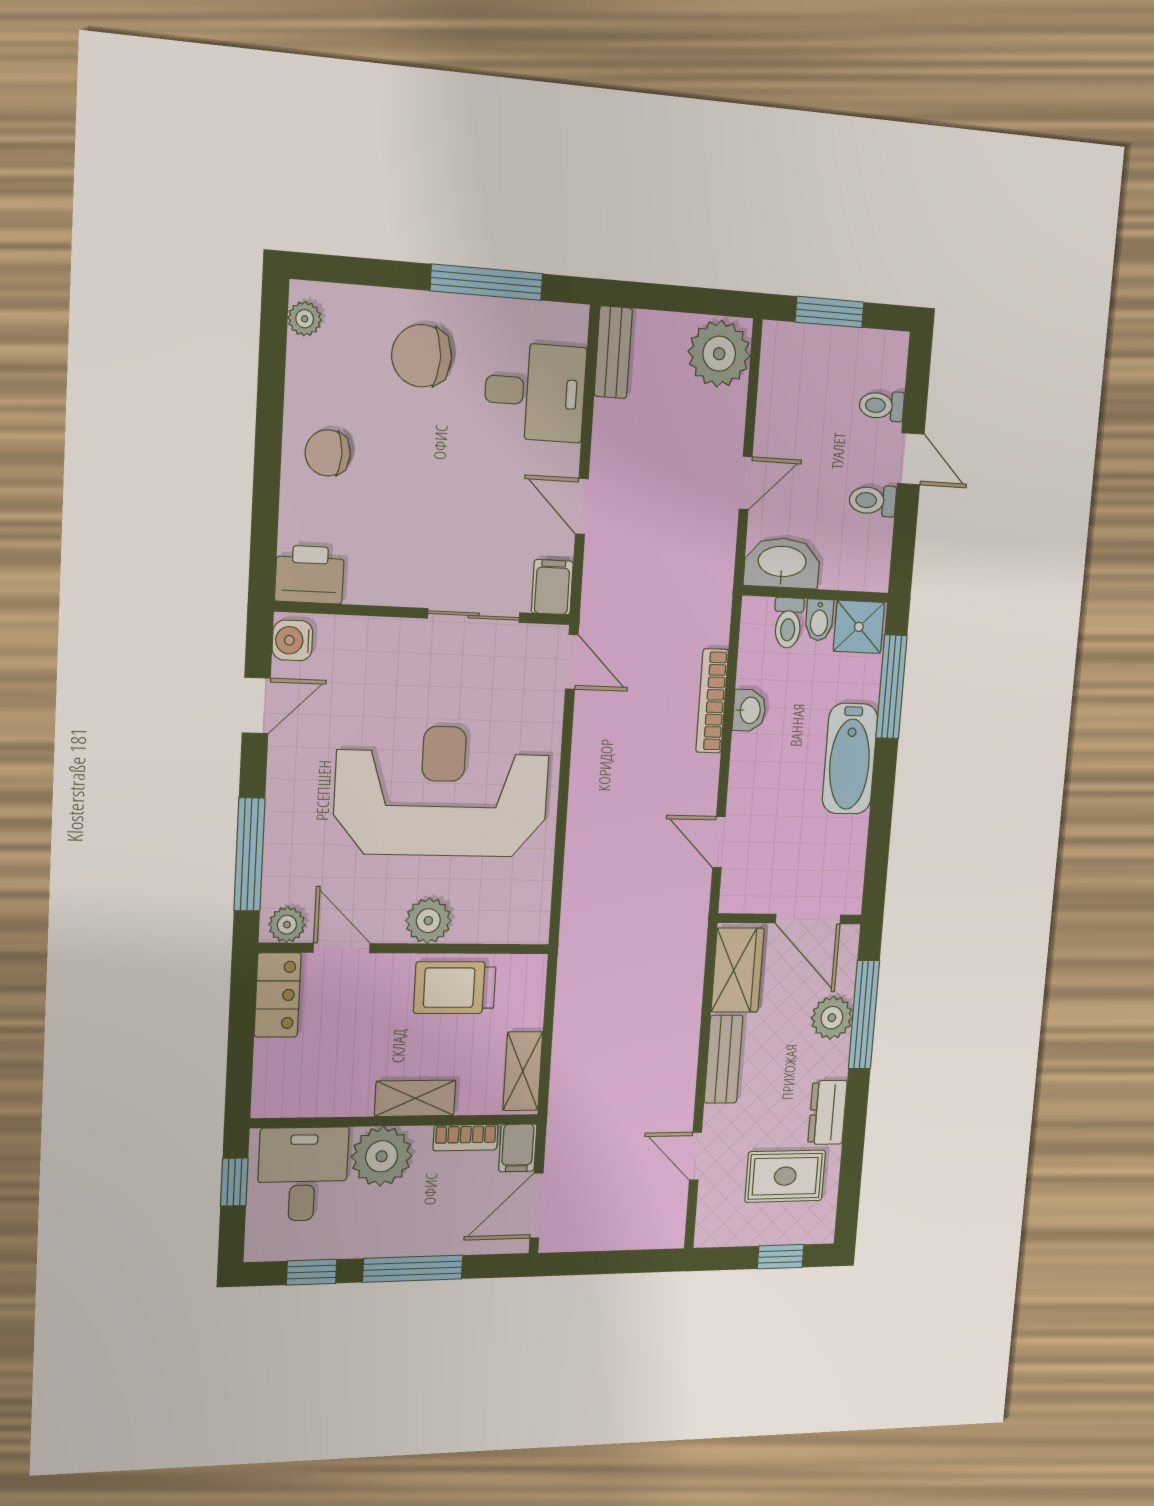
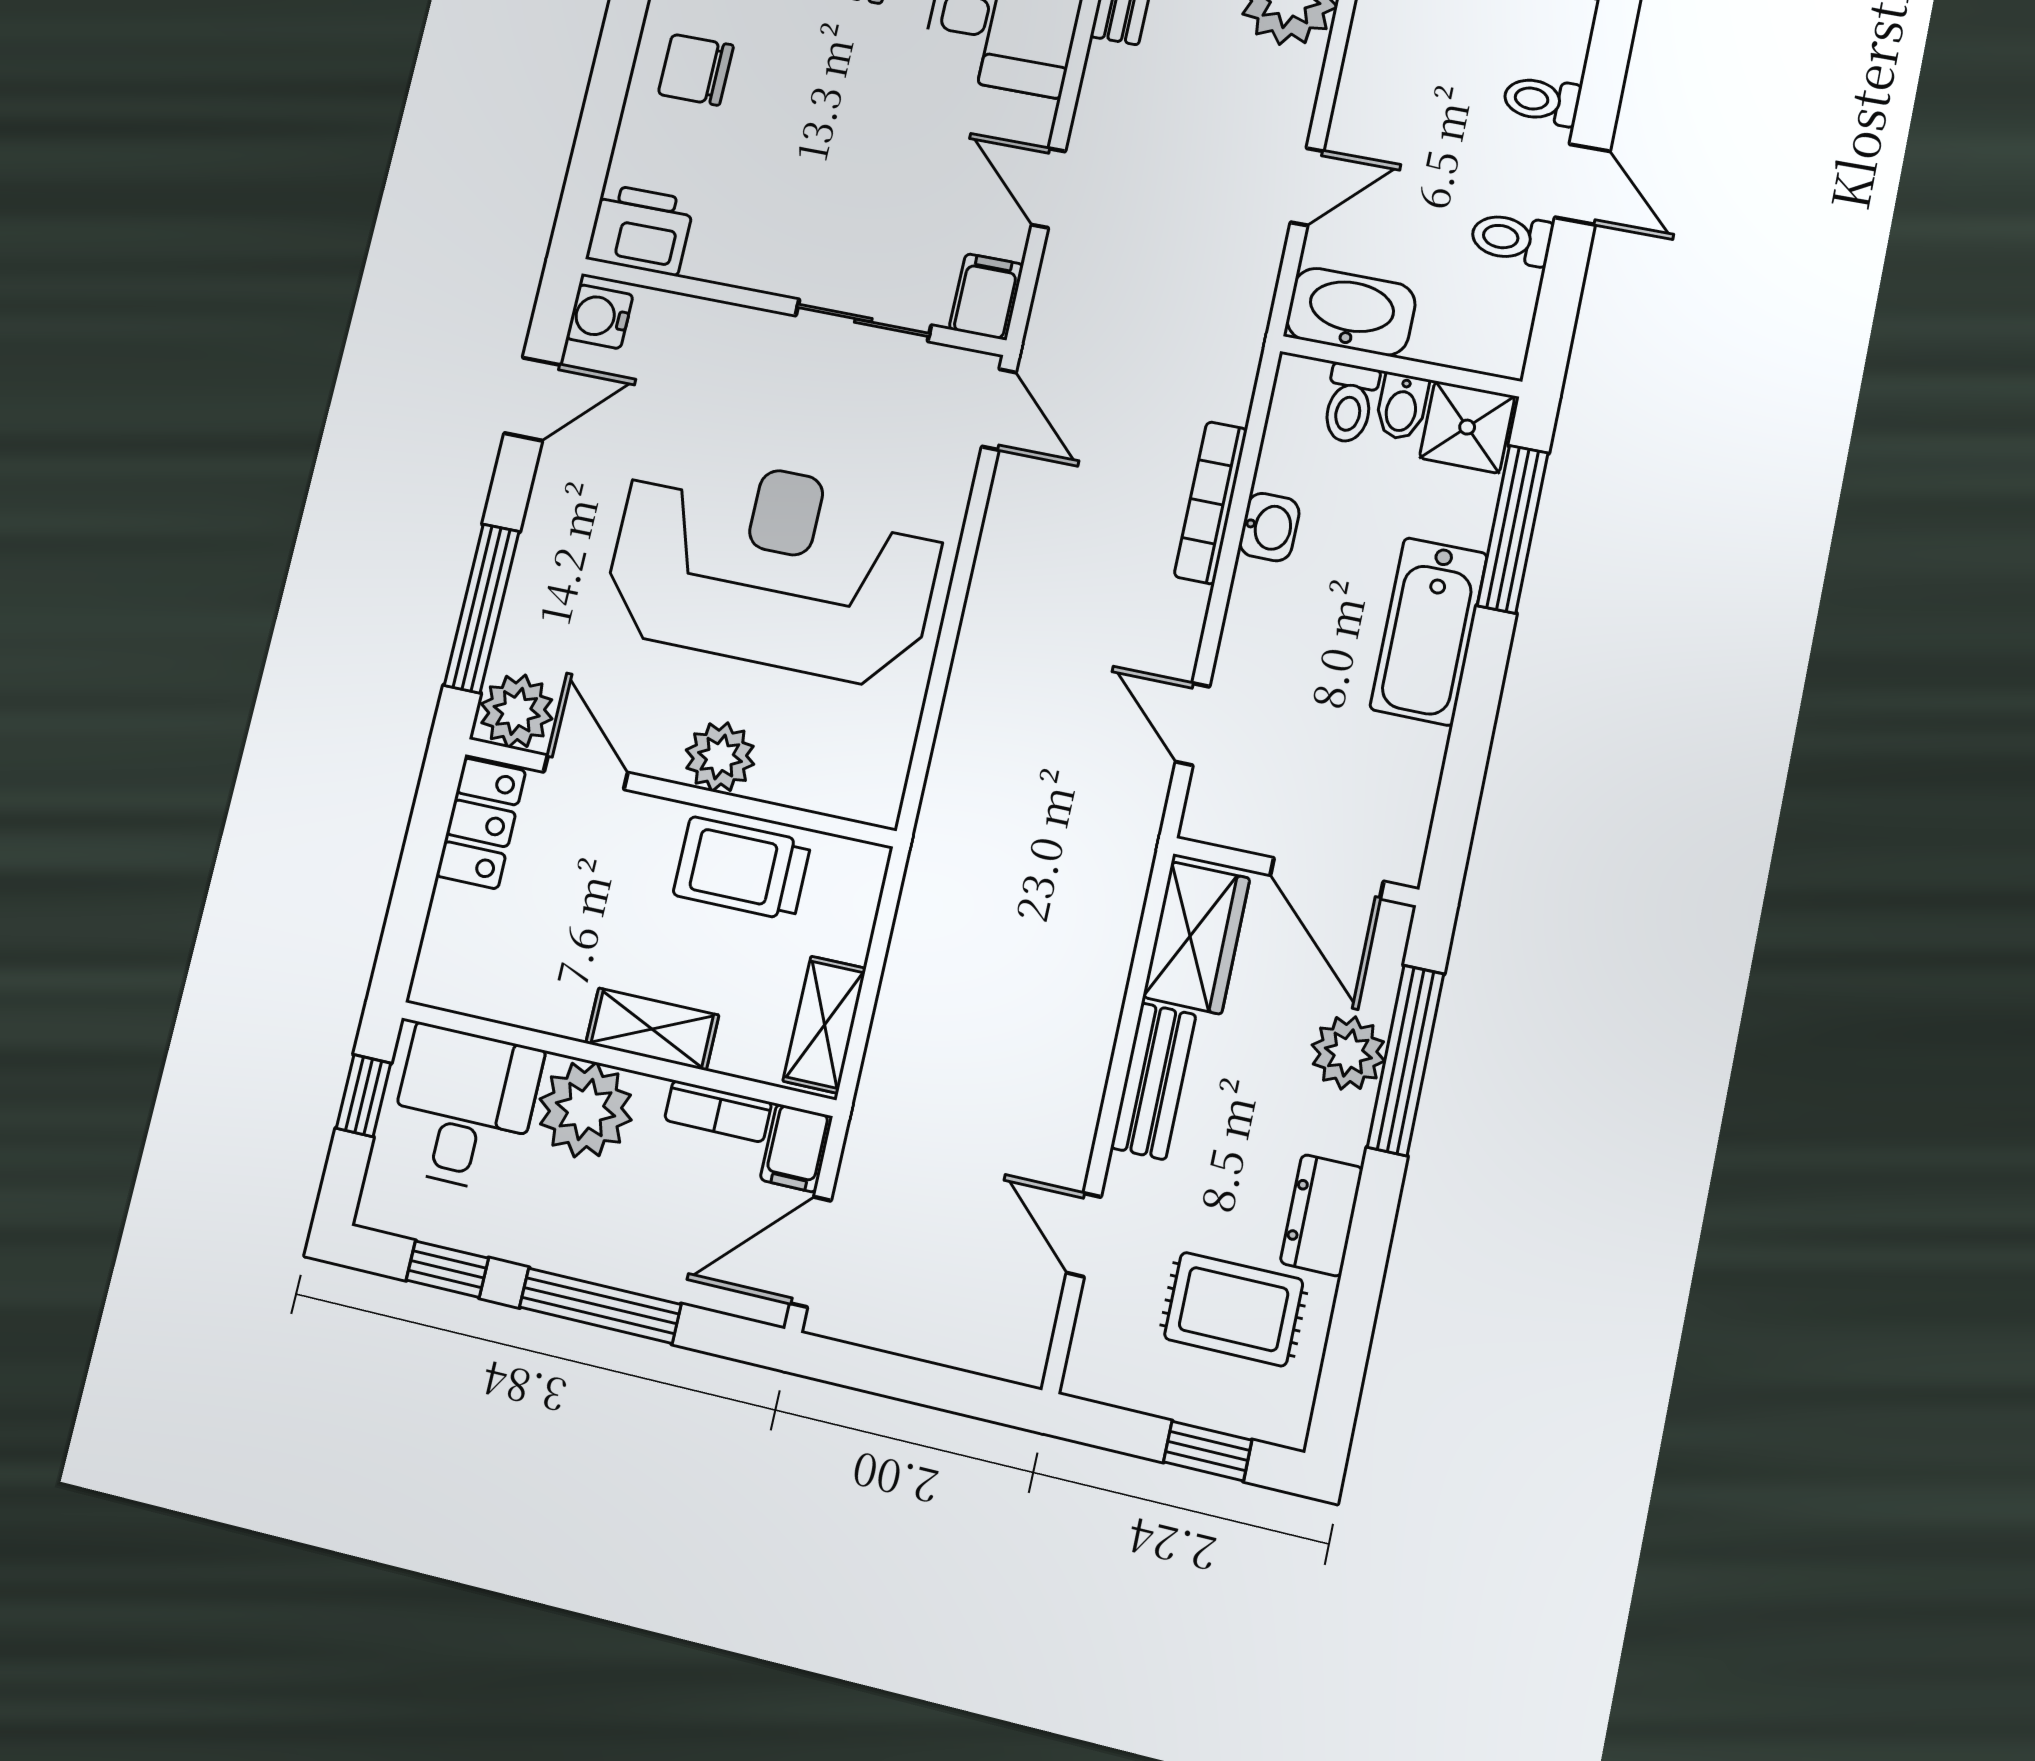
plant: (287, 925) -> (517, 711), width x1.38, depth x1.38

